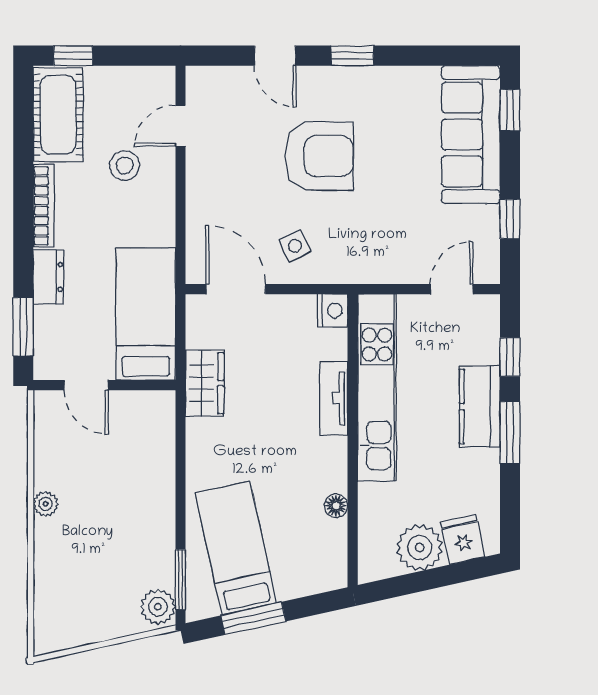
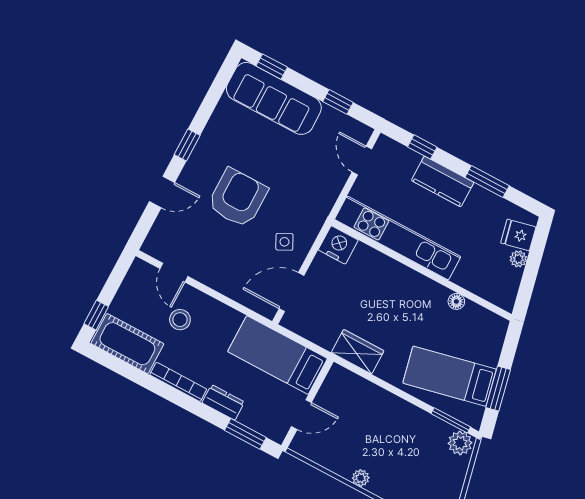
nightstand: (333, 311) -> (338, 245), width x1.36, depth x1.33
wardrobe: (205, 383) -> (358, 352), moved
tv unit: (334, 398) -> (390, 268), removed
window: (510, 433) -> (487, 182), moved
plant: (420, 548) -> (518, 259), width x0.53, depth x0.53

